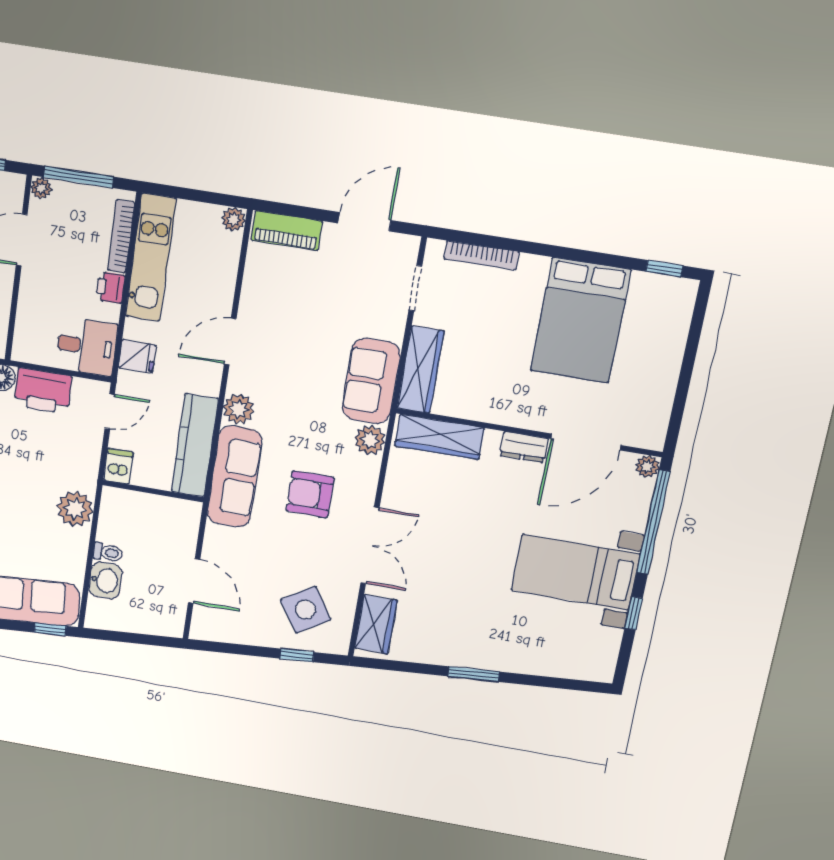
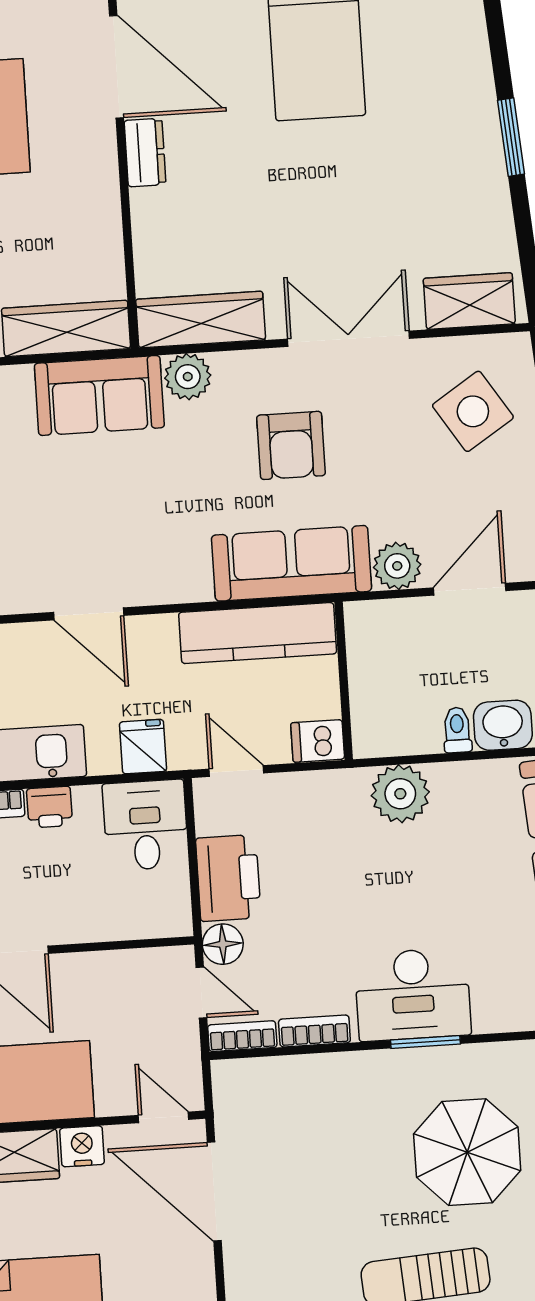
plant: (239, 409) -> (397, 566), moved
wardrobe: (439, 437) -> (201, 320), moved, turned -90

